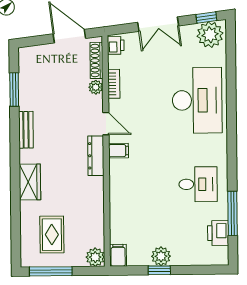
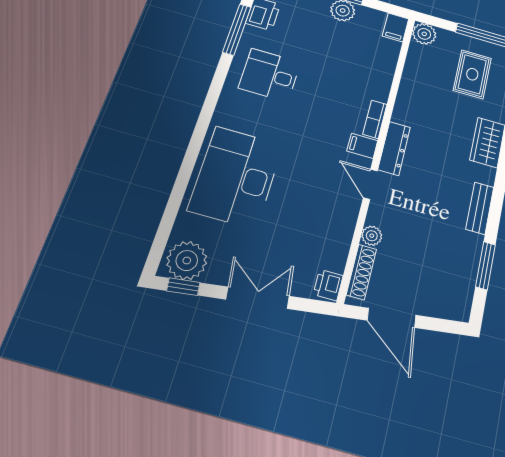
bookcase: (114, 84) -> (375, 119), moved

